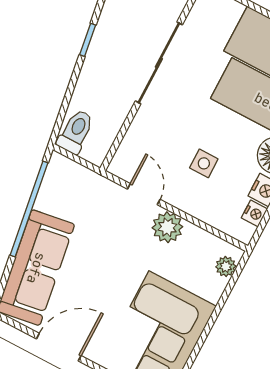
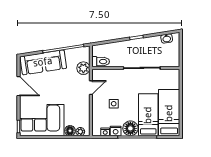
toilet: (76, 132) -> (101, 62), moved
plant: (167, 227) -> (83, 68), moved
floor lamp: (212, 287) -> (70, 131), added

